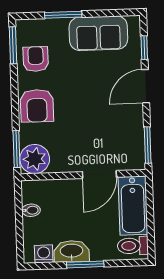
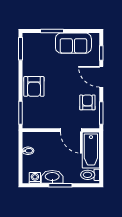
armchair: (36, 59) -> (87, 102), moved
door: (146, 86) -> (101, 77), hinge flipped
plant: (35, 159) -> (31, 119), removed
door: (99, 174) -> (71, 130), hinge flipped

